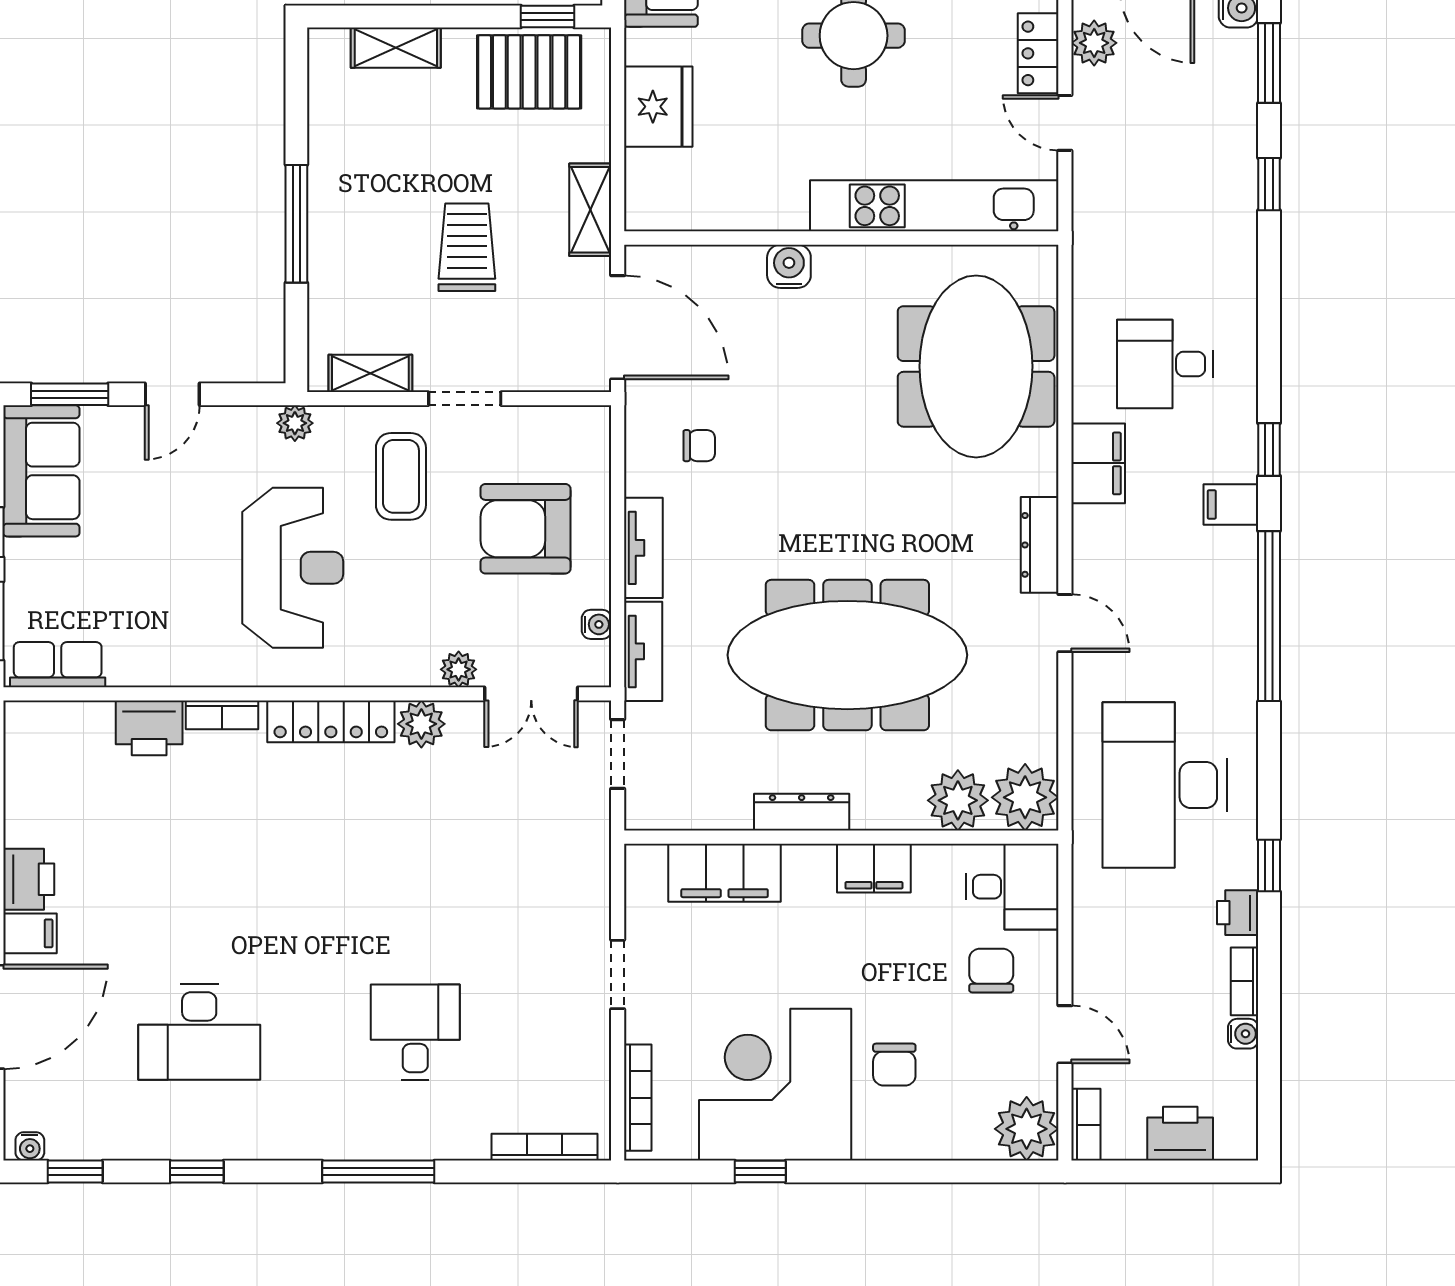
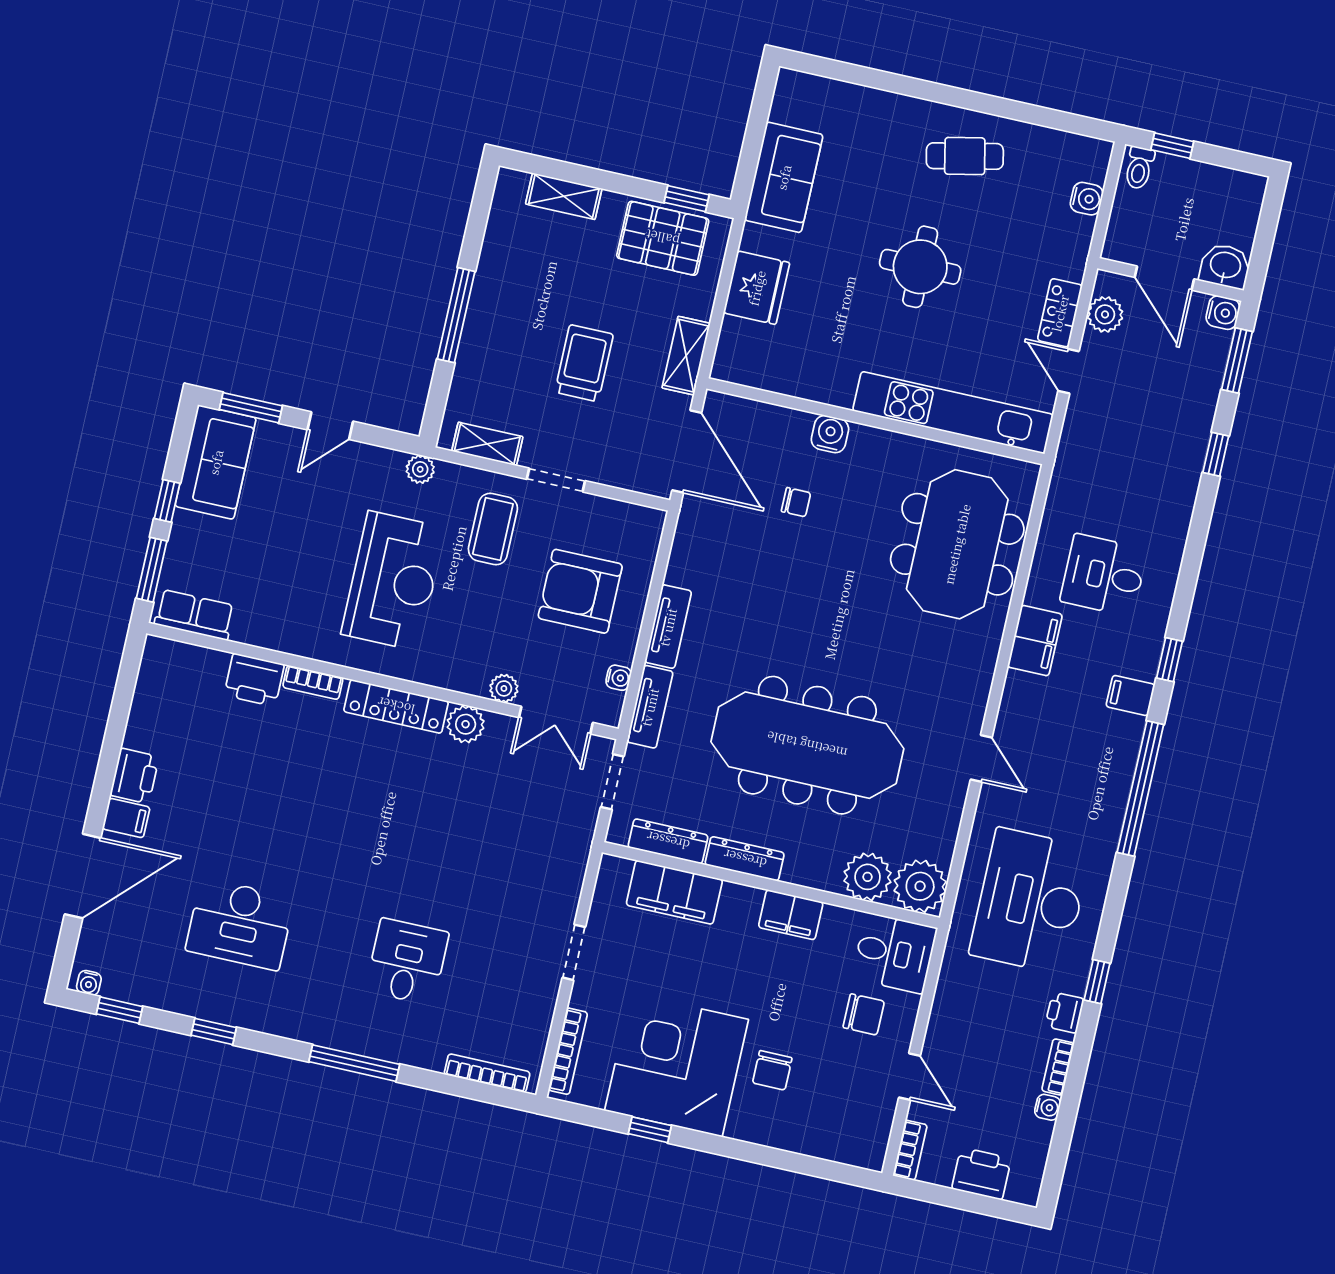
chair: (699, 446) -> (796, 502), moved
dresser: (1040, 545) -> (668, 841), moved, turned 90
chair: (991, 971) -> (864, 1014), turned 90
plant: (1027, 1129) -> (863, 1143), removed

